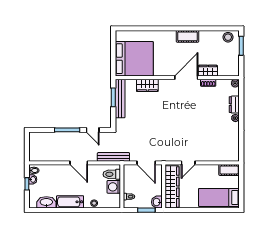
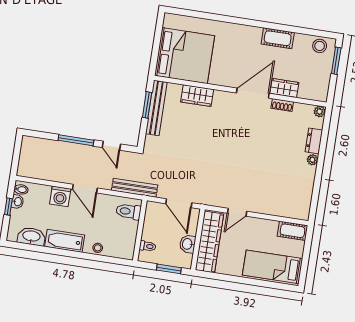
cot: (188, 36) -> (278, 38), moved
washing machine: (114, 187) -> (60, 196), moved, turned -90
washbasin: (157, 202) -> (188, 244), moved

